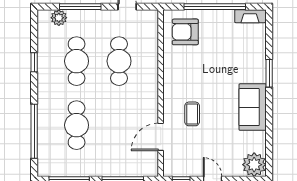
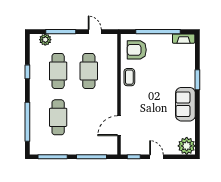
coffee table: (192, 114) -> (129, 77), moved

